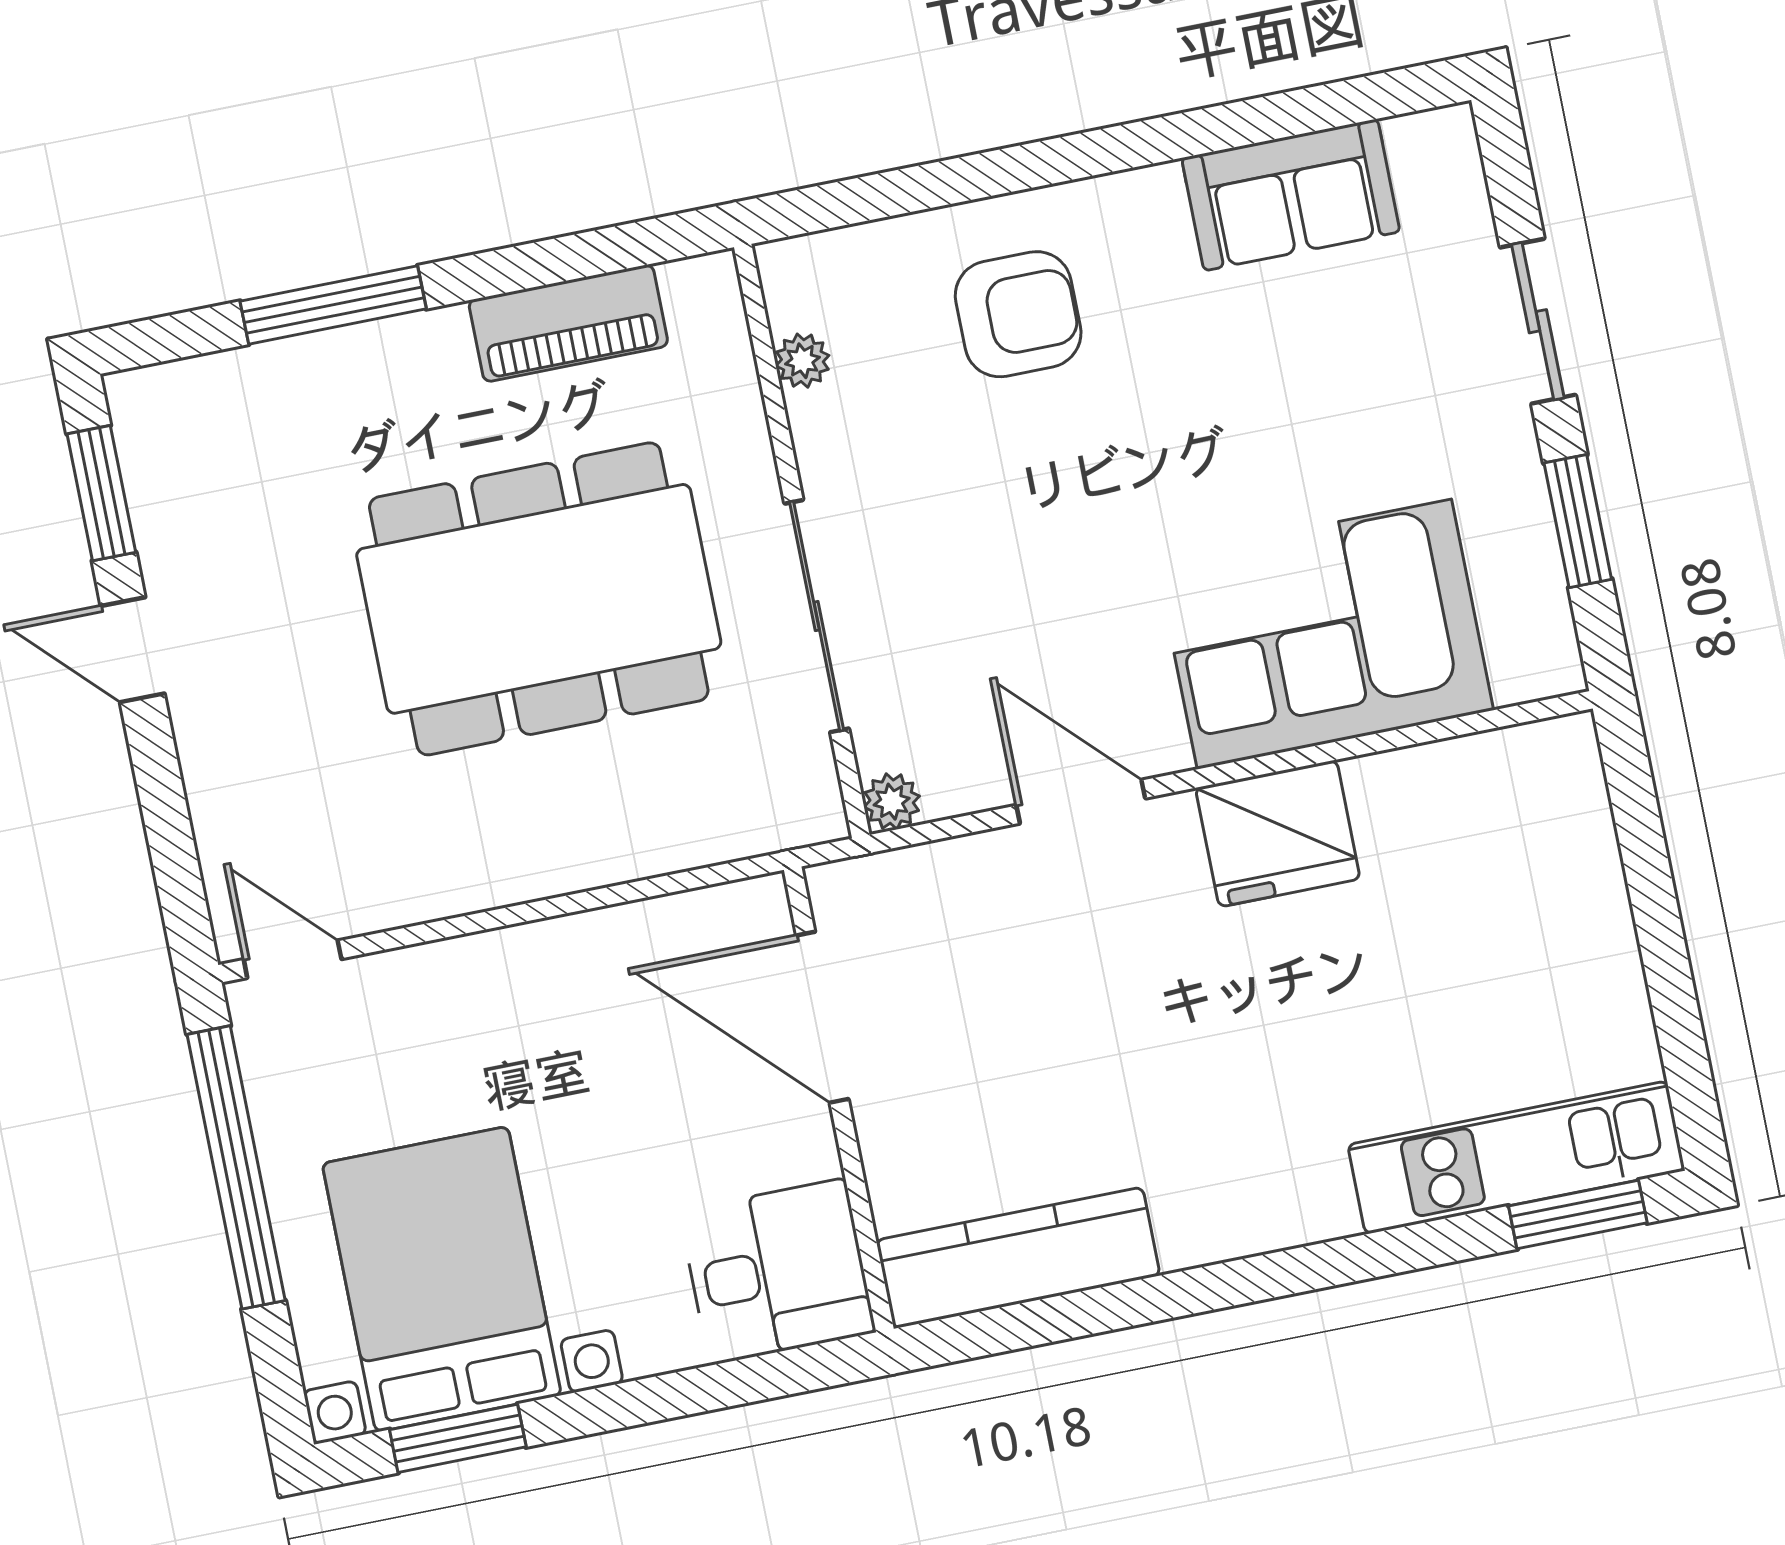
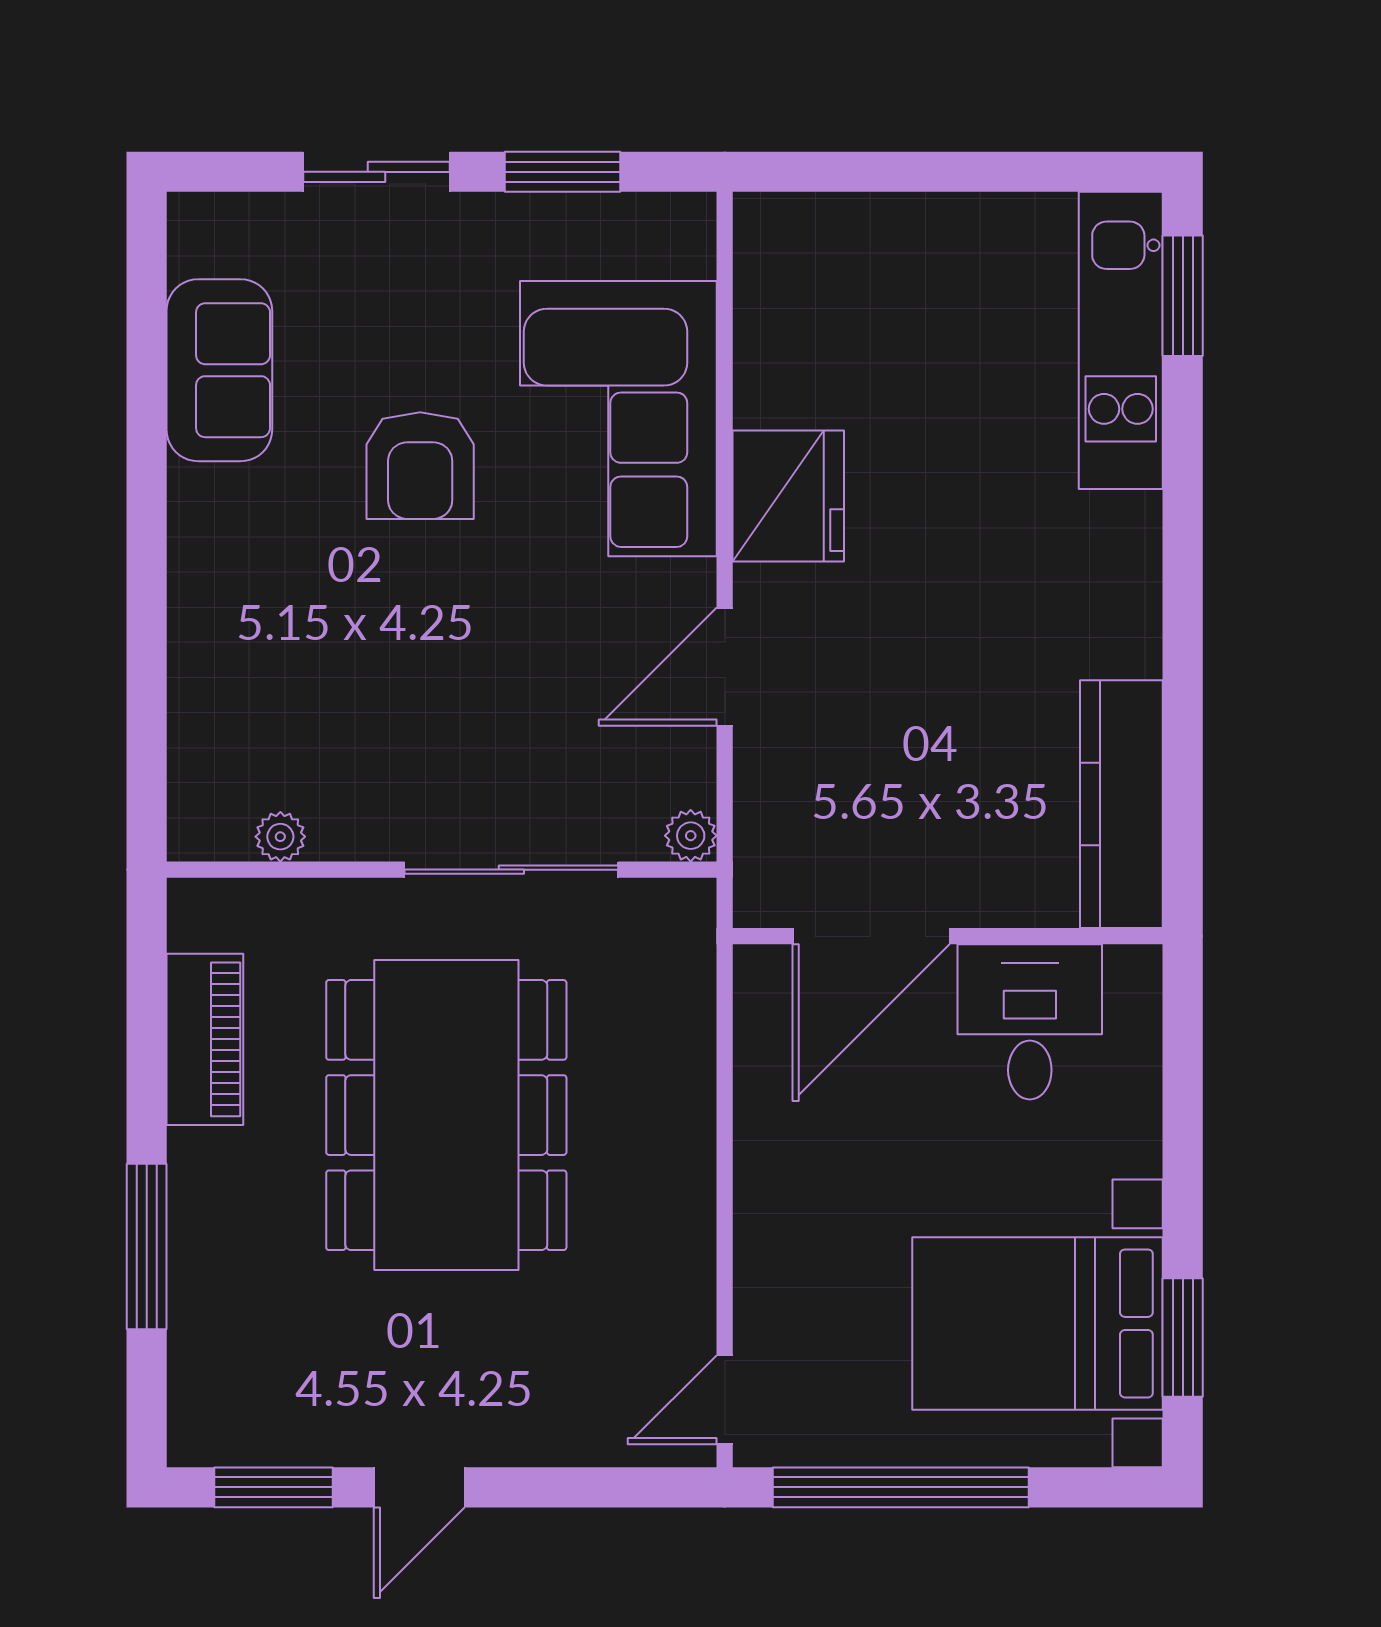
armchair: (1018, 314) -> (420, 466), moved, turned 180
desk: (777, 1272) -> (1030, 1022), moved

